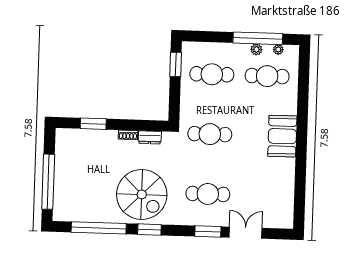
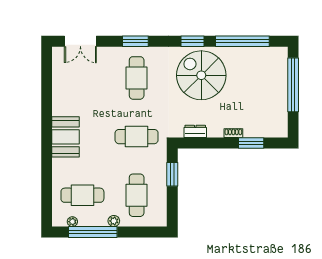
plant: (256, 49) -> (114, 221), moved
window: (176, 64) -> (172, 174), moved
cafe table: (212, 74) -> (137, 195), turned 90
shoe rack: (128, 135) -> (233, 133), moved
cafe table: (208, 194) -> (137, 78), turned 90
double door: (246, 233) -> (80, 41), moved

